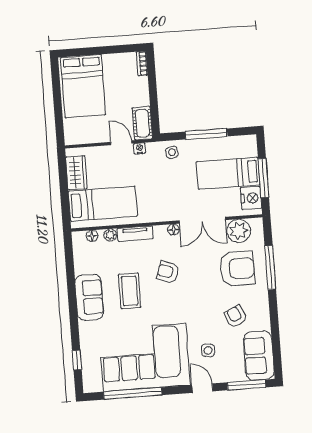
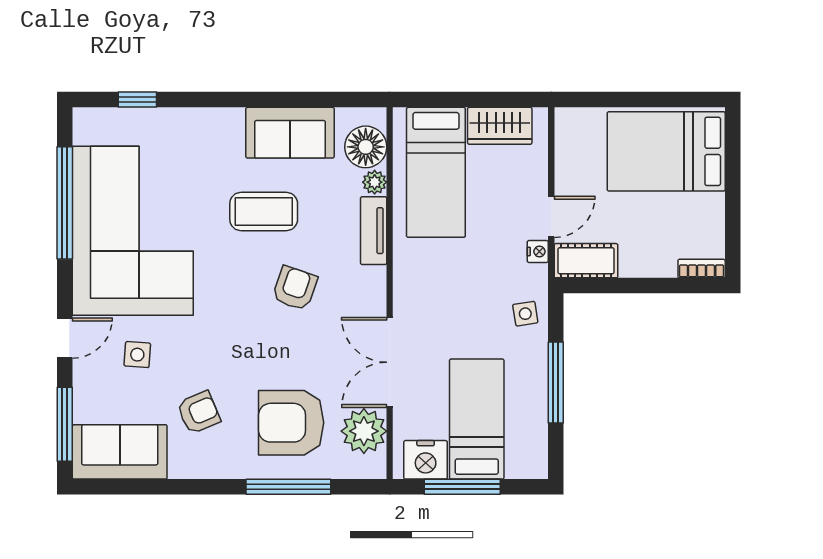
floor lamp: (173, 230) -> (376, 305), removed
floor lamp: (92, 236) -> (366, 147), width x1.89, depth x1.89
armchair: (237, 269) -> (291, 423), turned 90
sofa: (89, 297) -> (290, 133), moved

